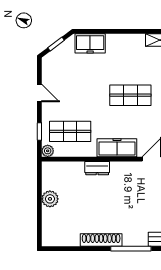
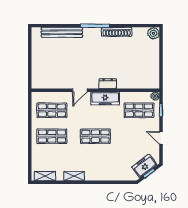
freezer: (90, 43) -> (144, 166), moved, turned -37
dresser: (97, 168) -> (108, 84), moved
plant: (50, 199) -> (153, 33), moved

